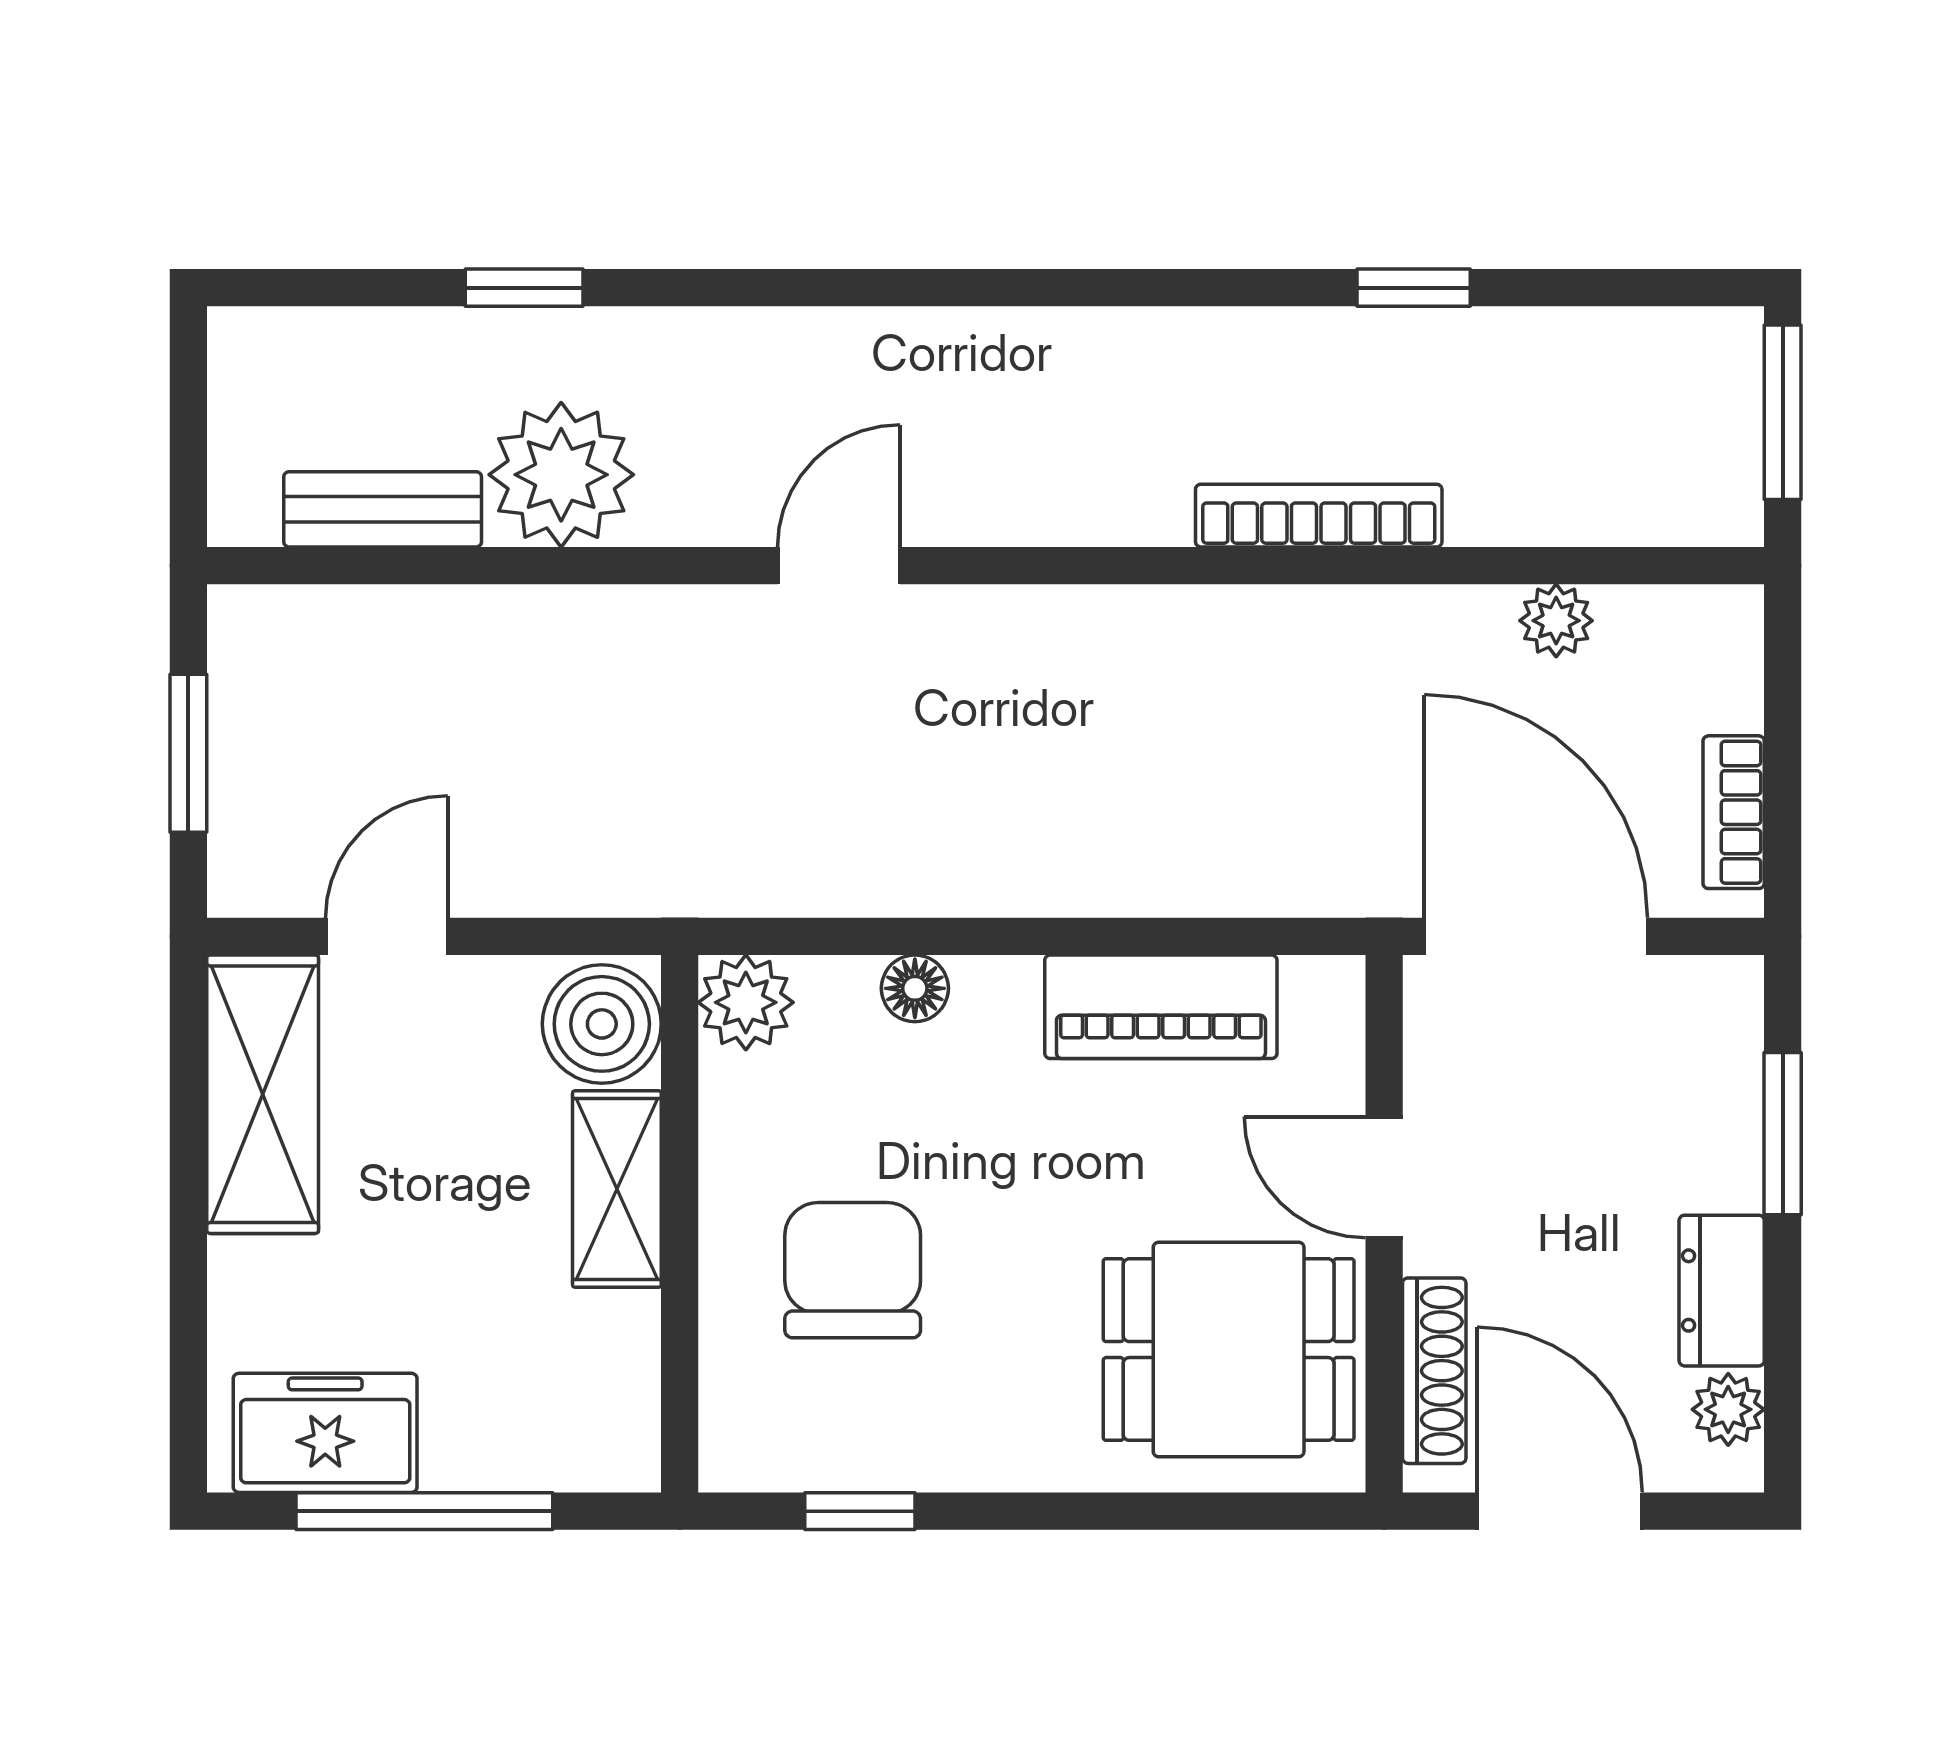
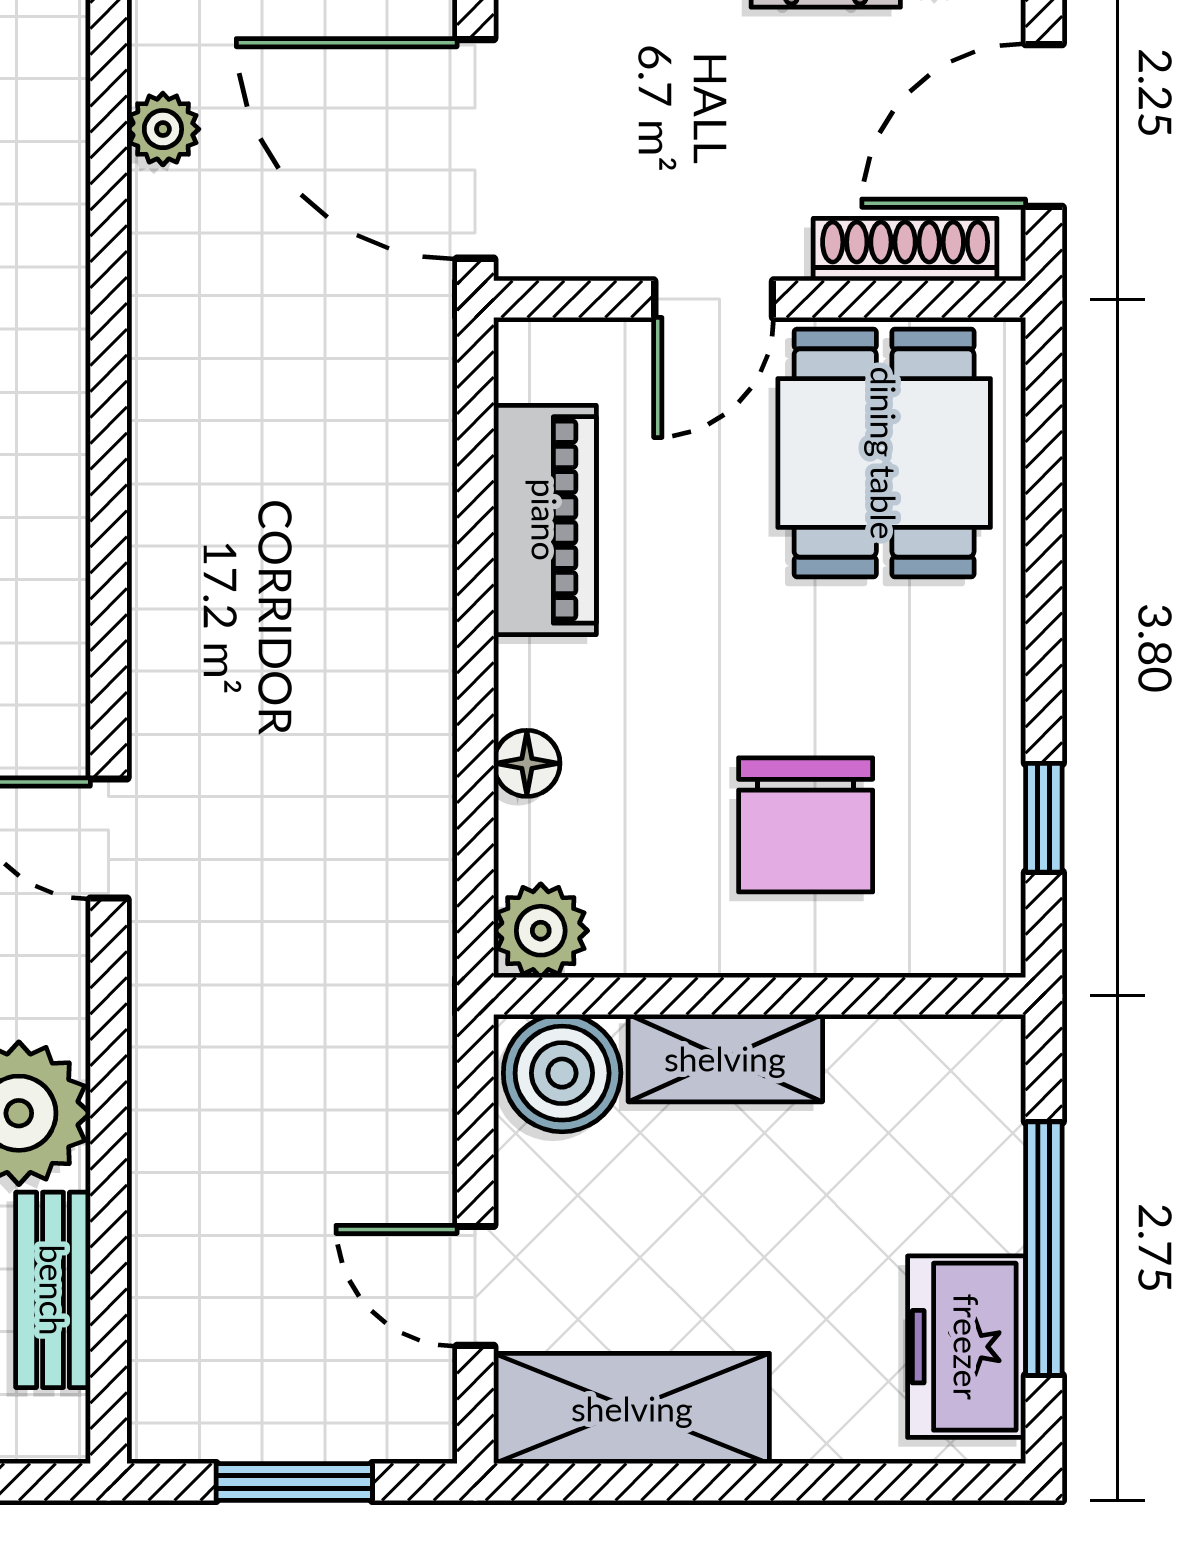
bookcase: (1319, 516) -> (59, 364), removed
door: (1536, 936) -> (475, 149), hinge flipped
chair: (853, 1270) -> (806, 825), turned -90

